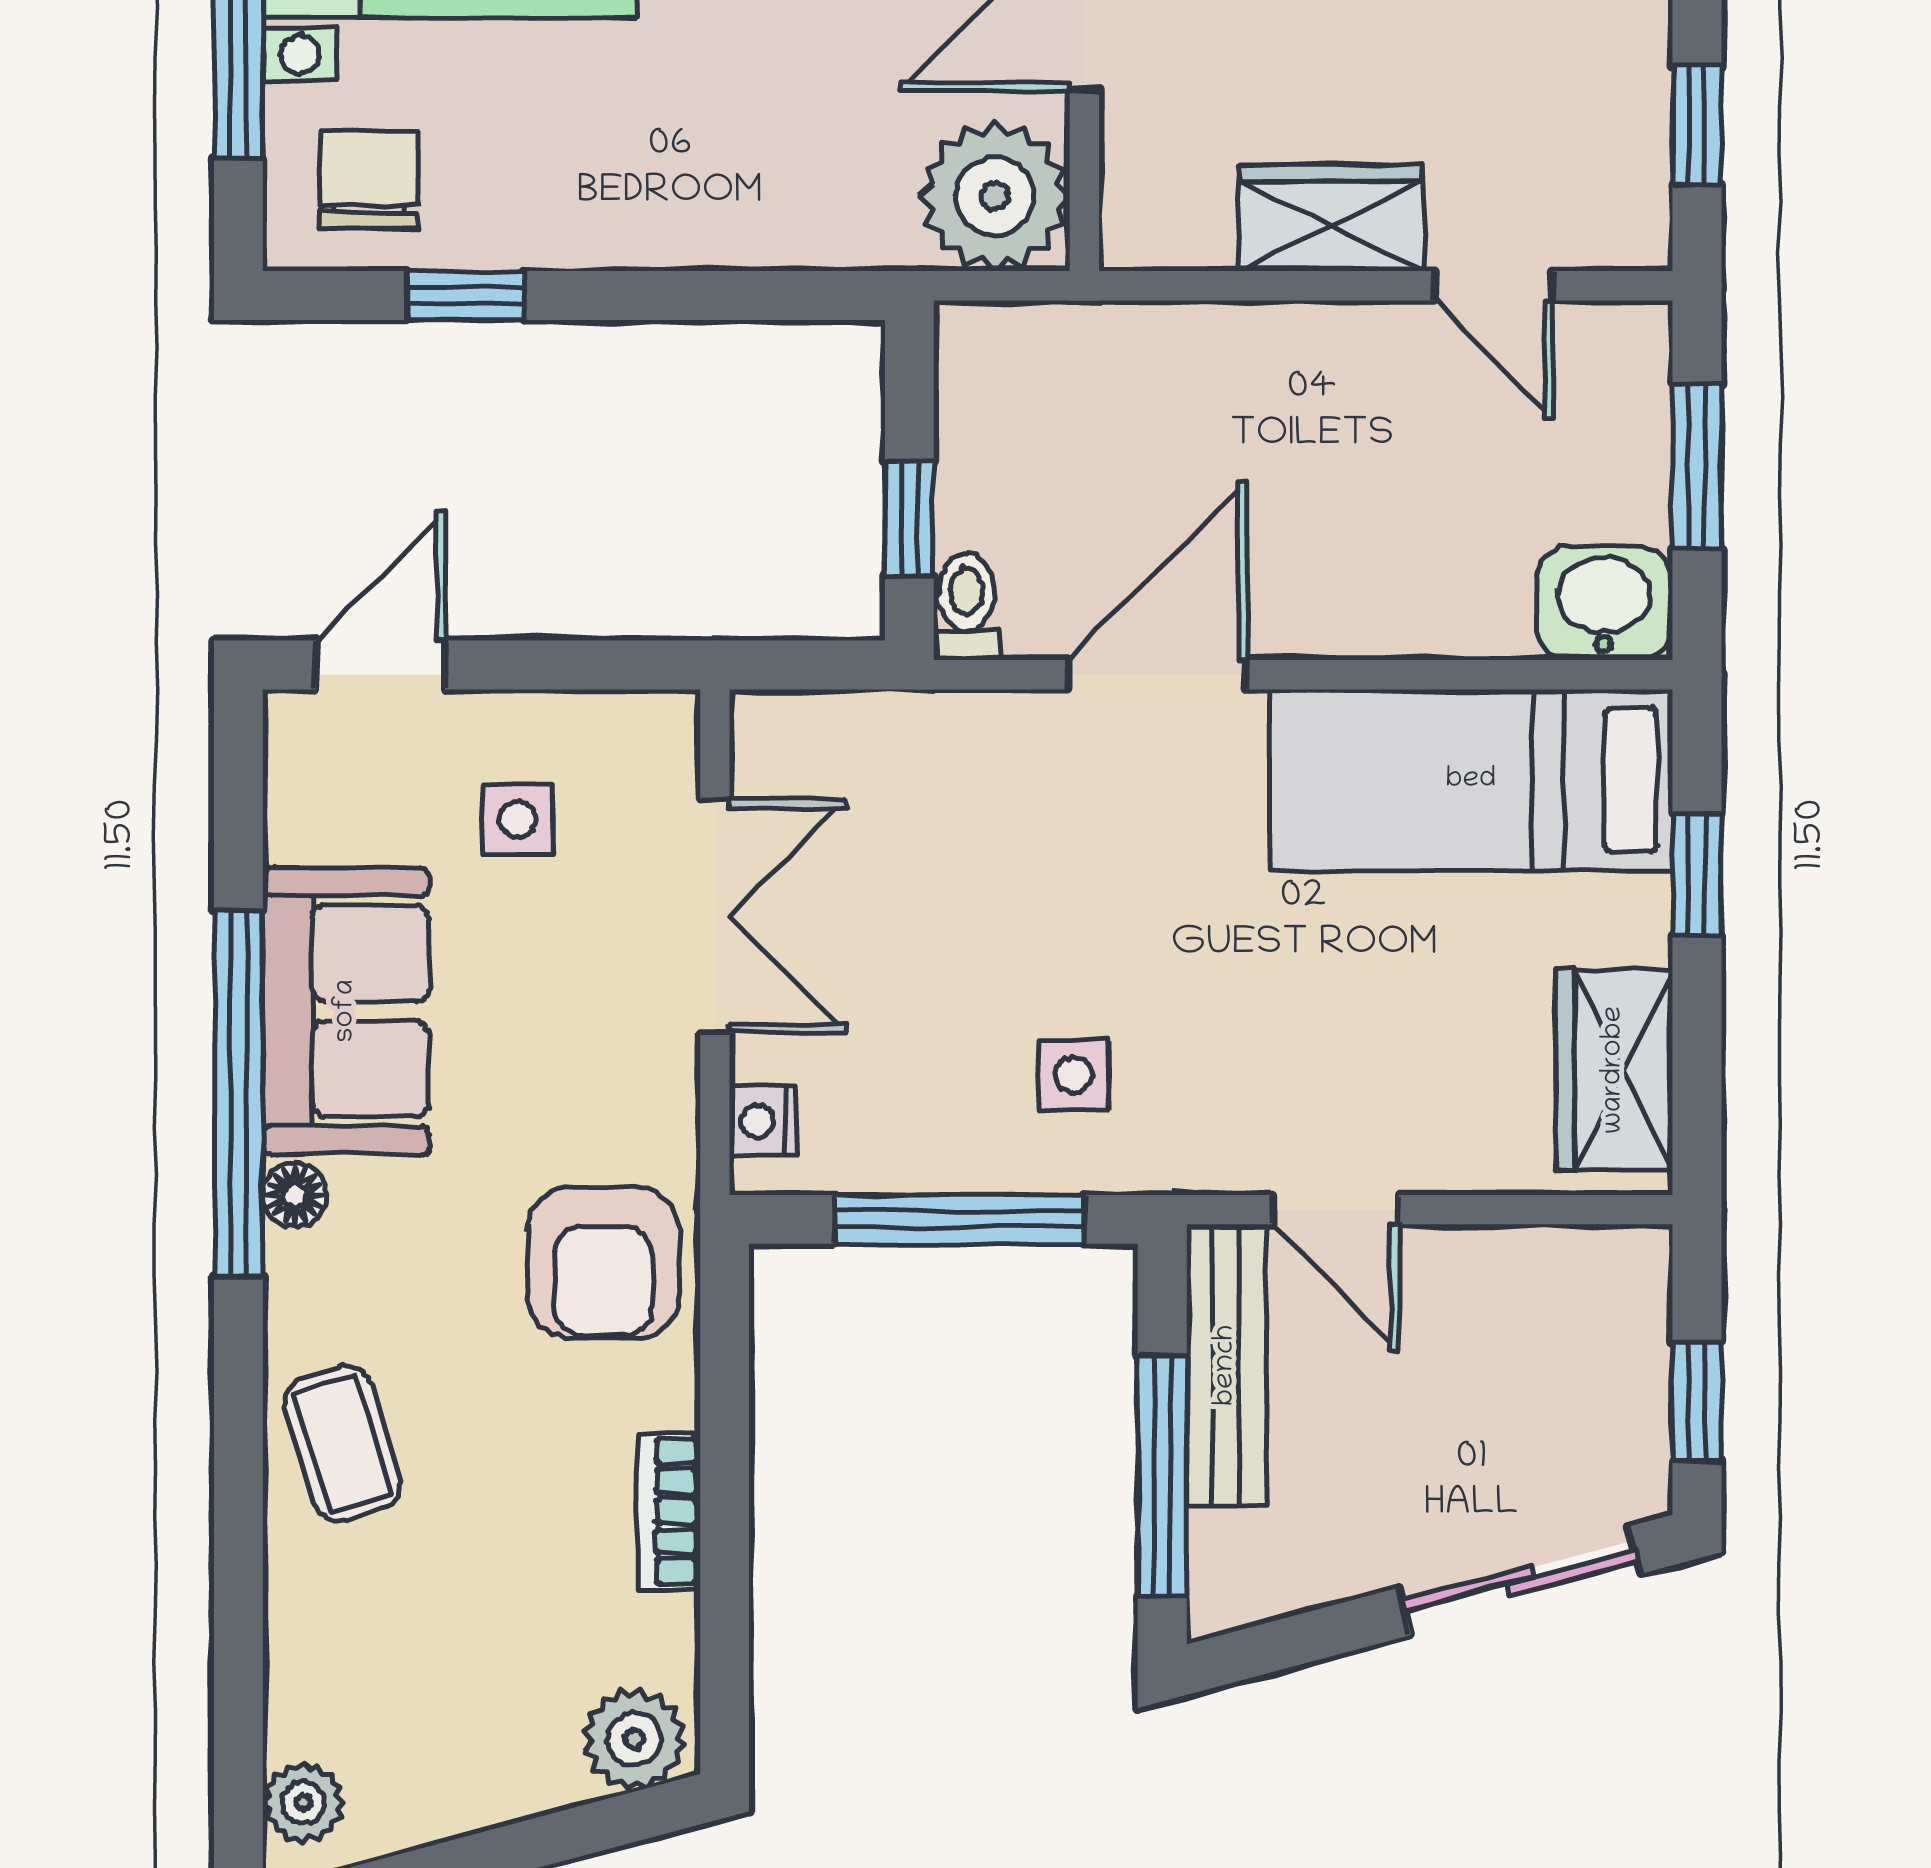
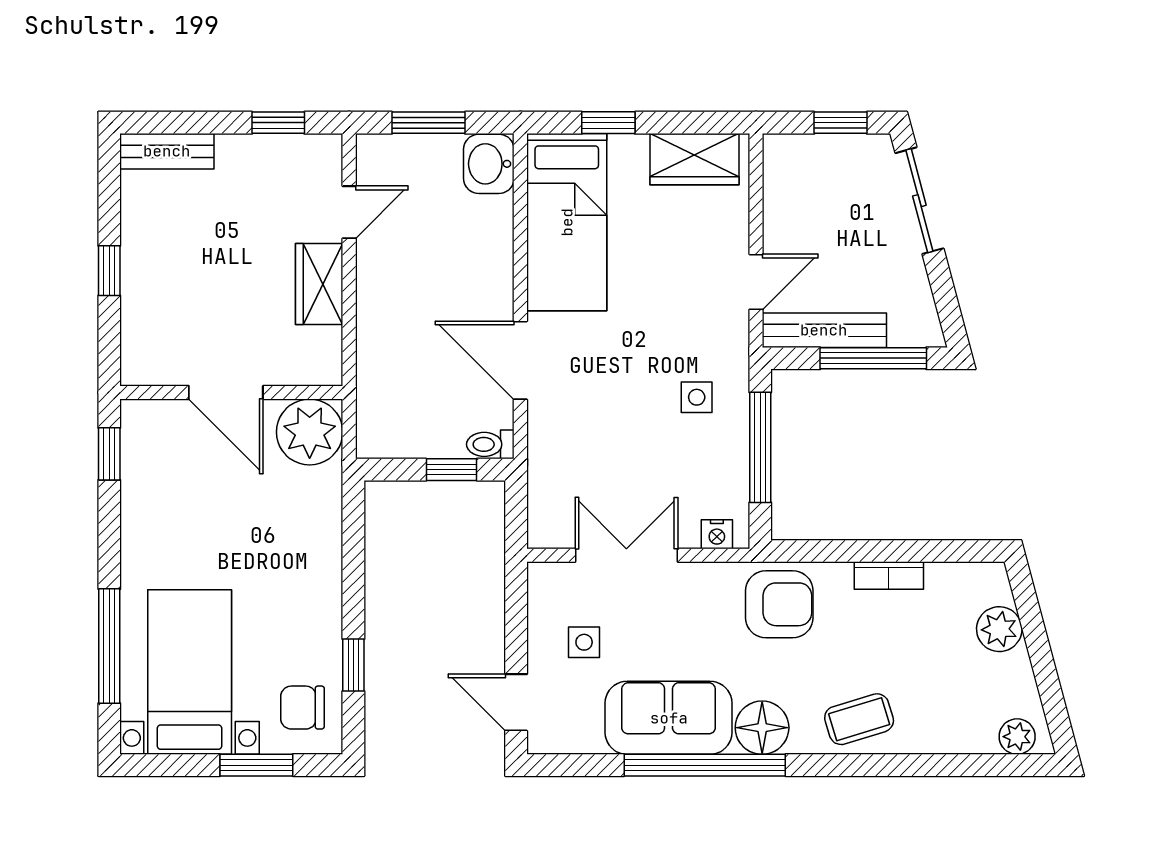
floor lamp: (295, 1195) -> (762, 728), width x1.89, depth x1.89
plant: (634, 1739) -> (999, 629), moved

